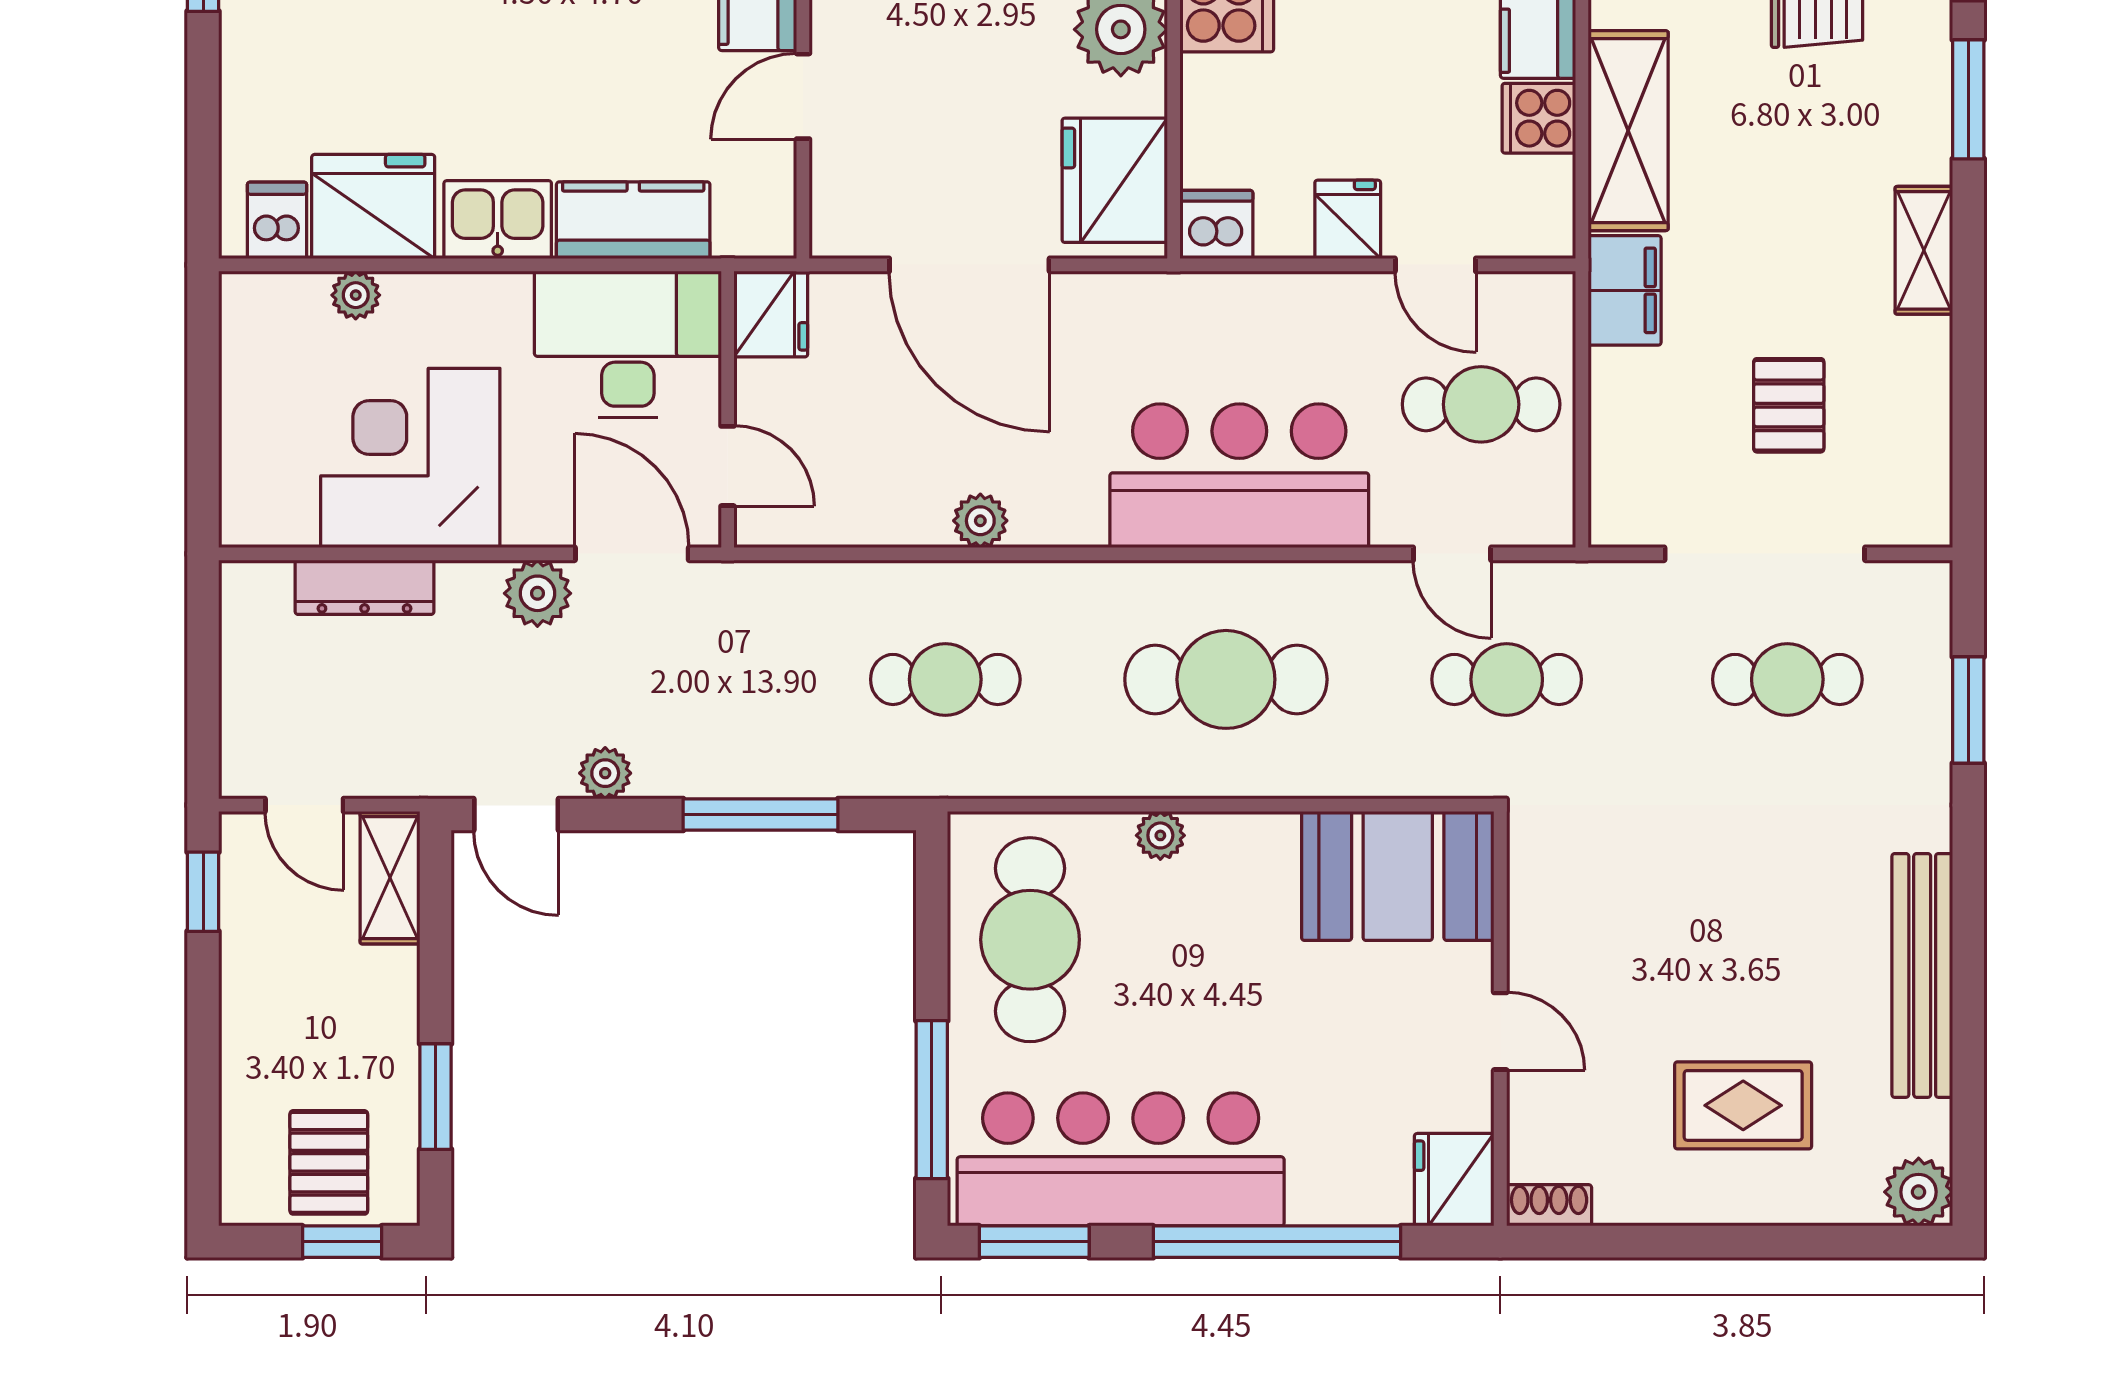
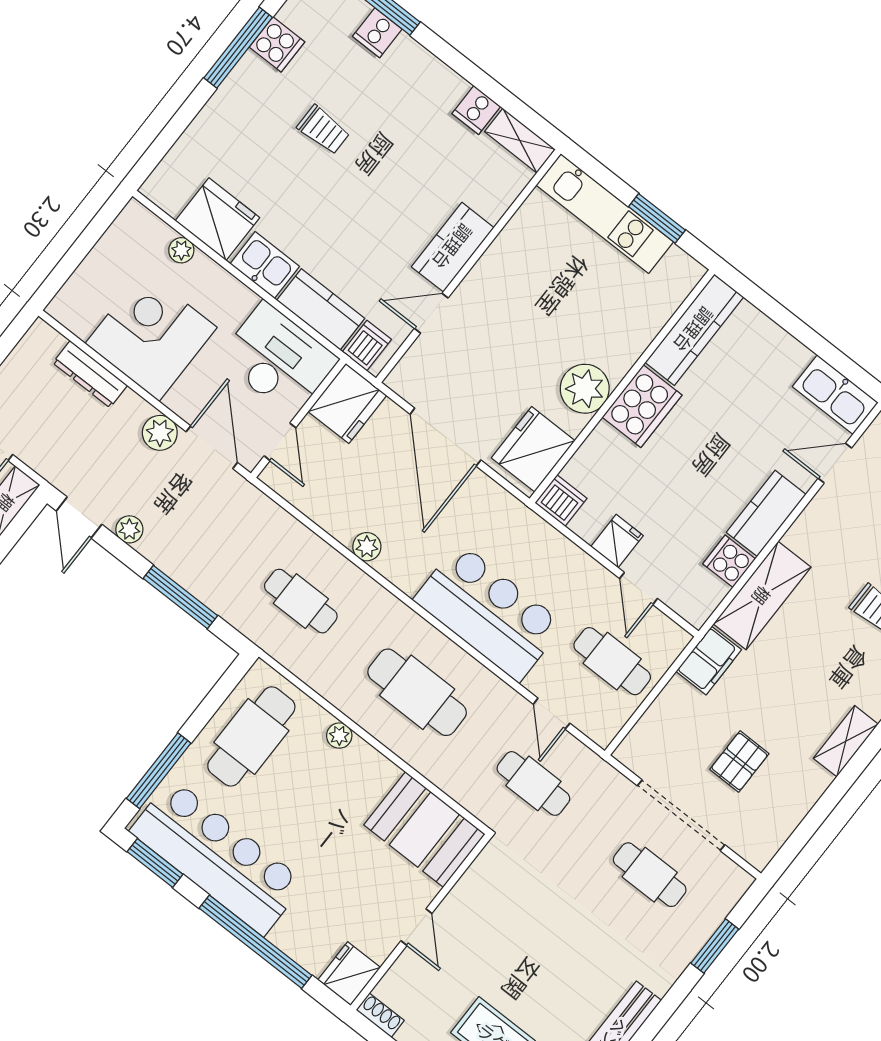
dishwasher: (277, 220) -> (367, 346), moved
fridge: (771, 314) -> (347, 403), width x1.36, depth x1.34

